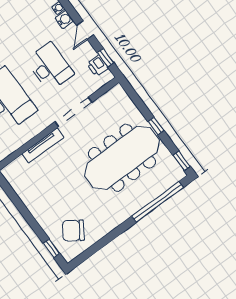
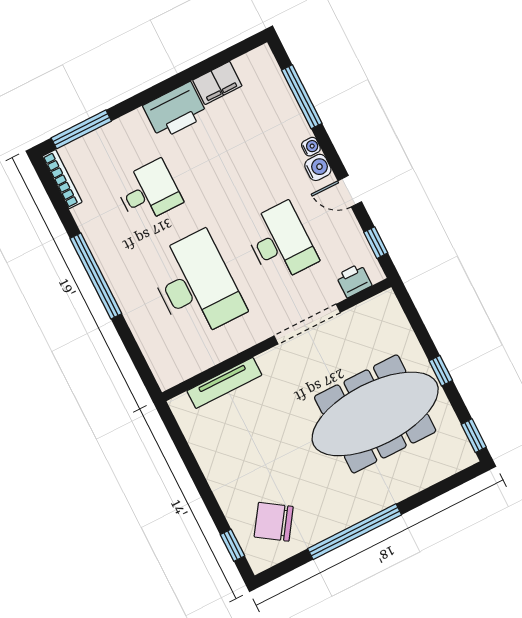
door: (85, 30) -> (350, 191), hinge flipped
printer: (97, 66) -> (354, 280), moved, turned 90
tv unit: (43, 146) -> (224, 383), moved
window: (157, 202) -> (355, 532), moved

